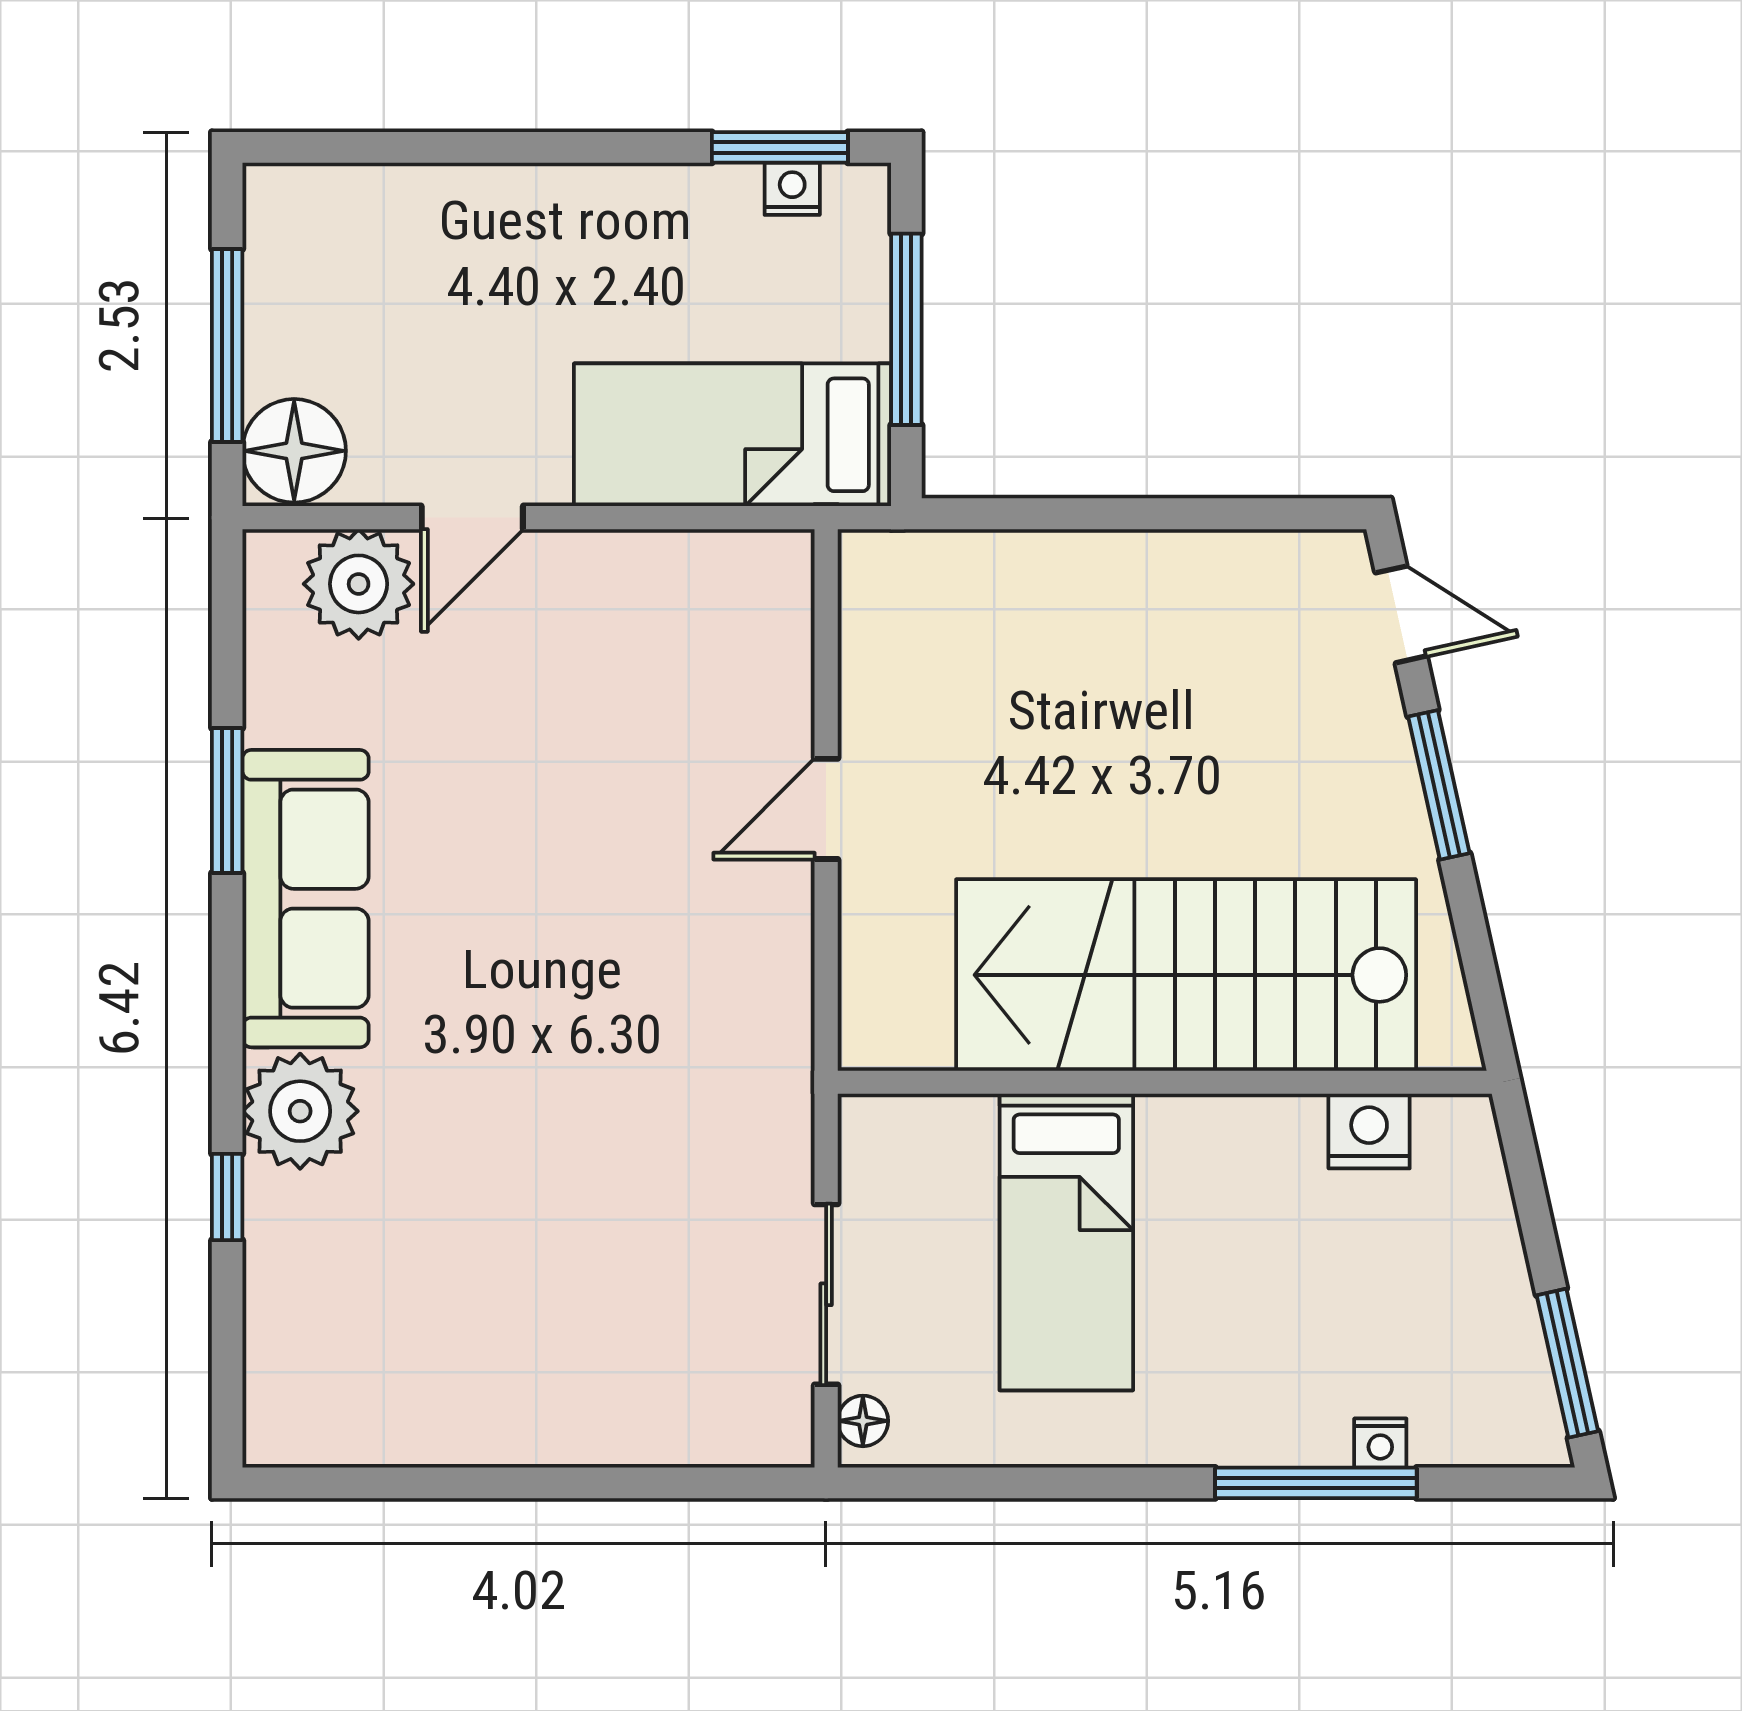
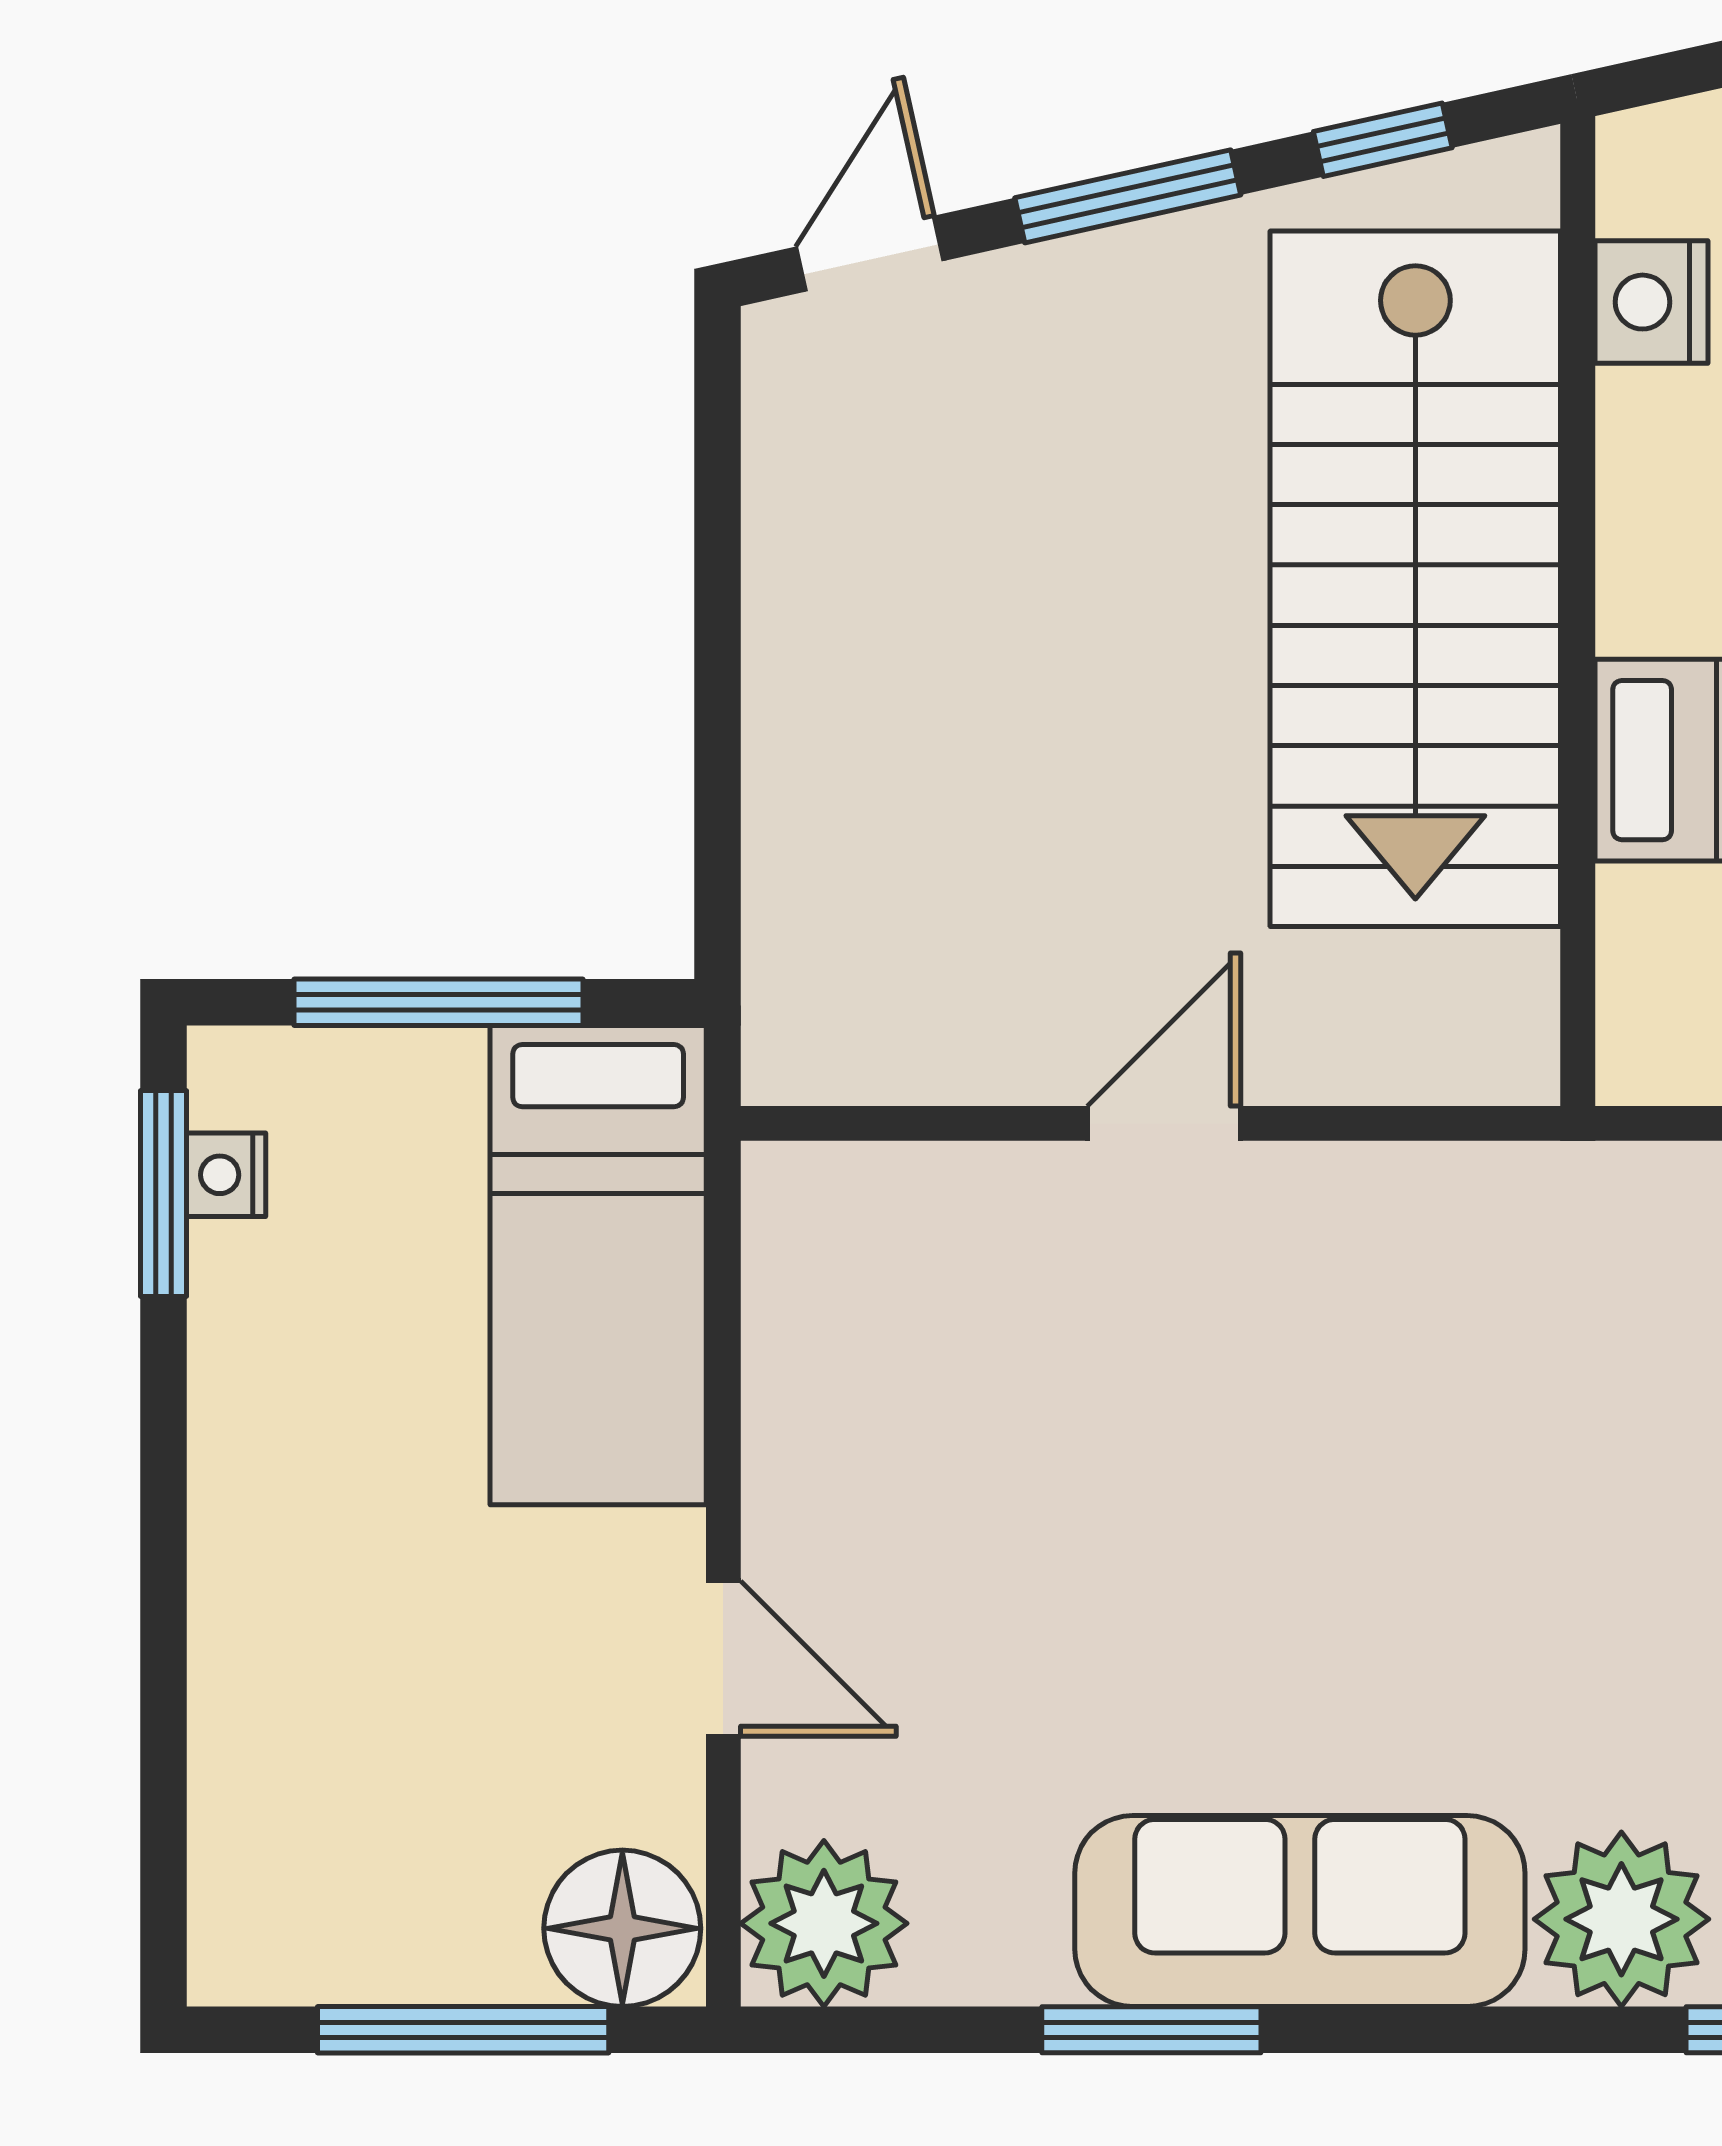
plant: (359, 584) -> (824, 1923), moved
door: (826, 809) -> (1164, 1123), swing flipped
window: (1476, 953) -> (1383, 140), added

